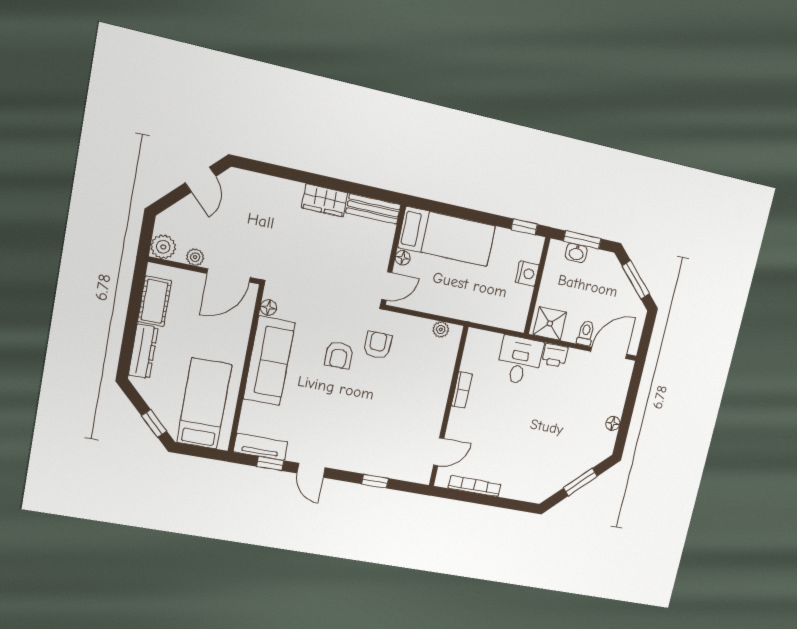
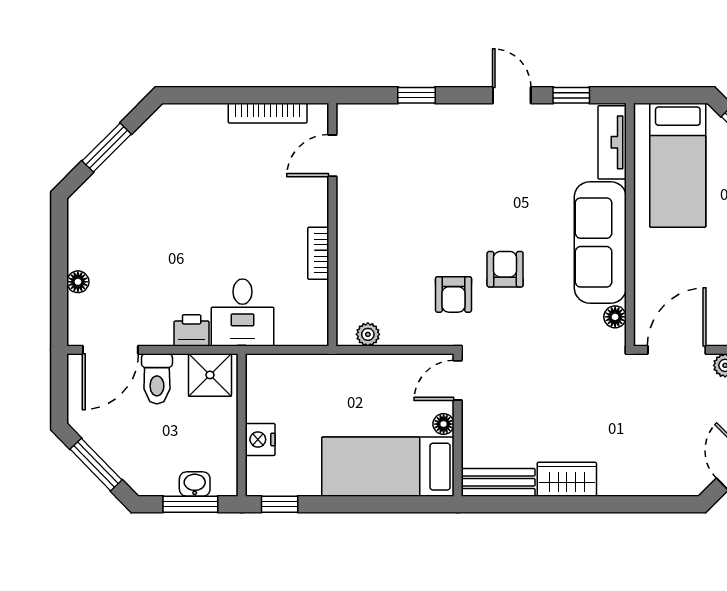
toilet: (586, 333) -> (157, 379), width x1.37, depth x1.39
floor lamp: (613, 423) -> (78, 282), moved
tv unit: (261, 447) -> (612, 142), moved, turned 90

